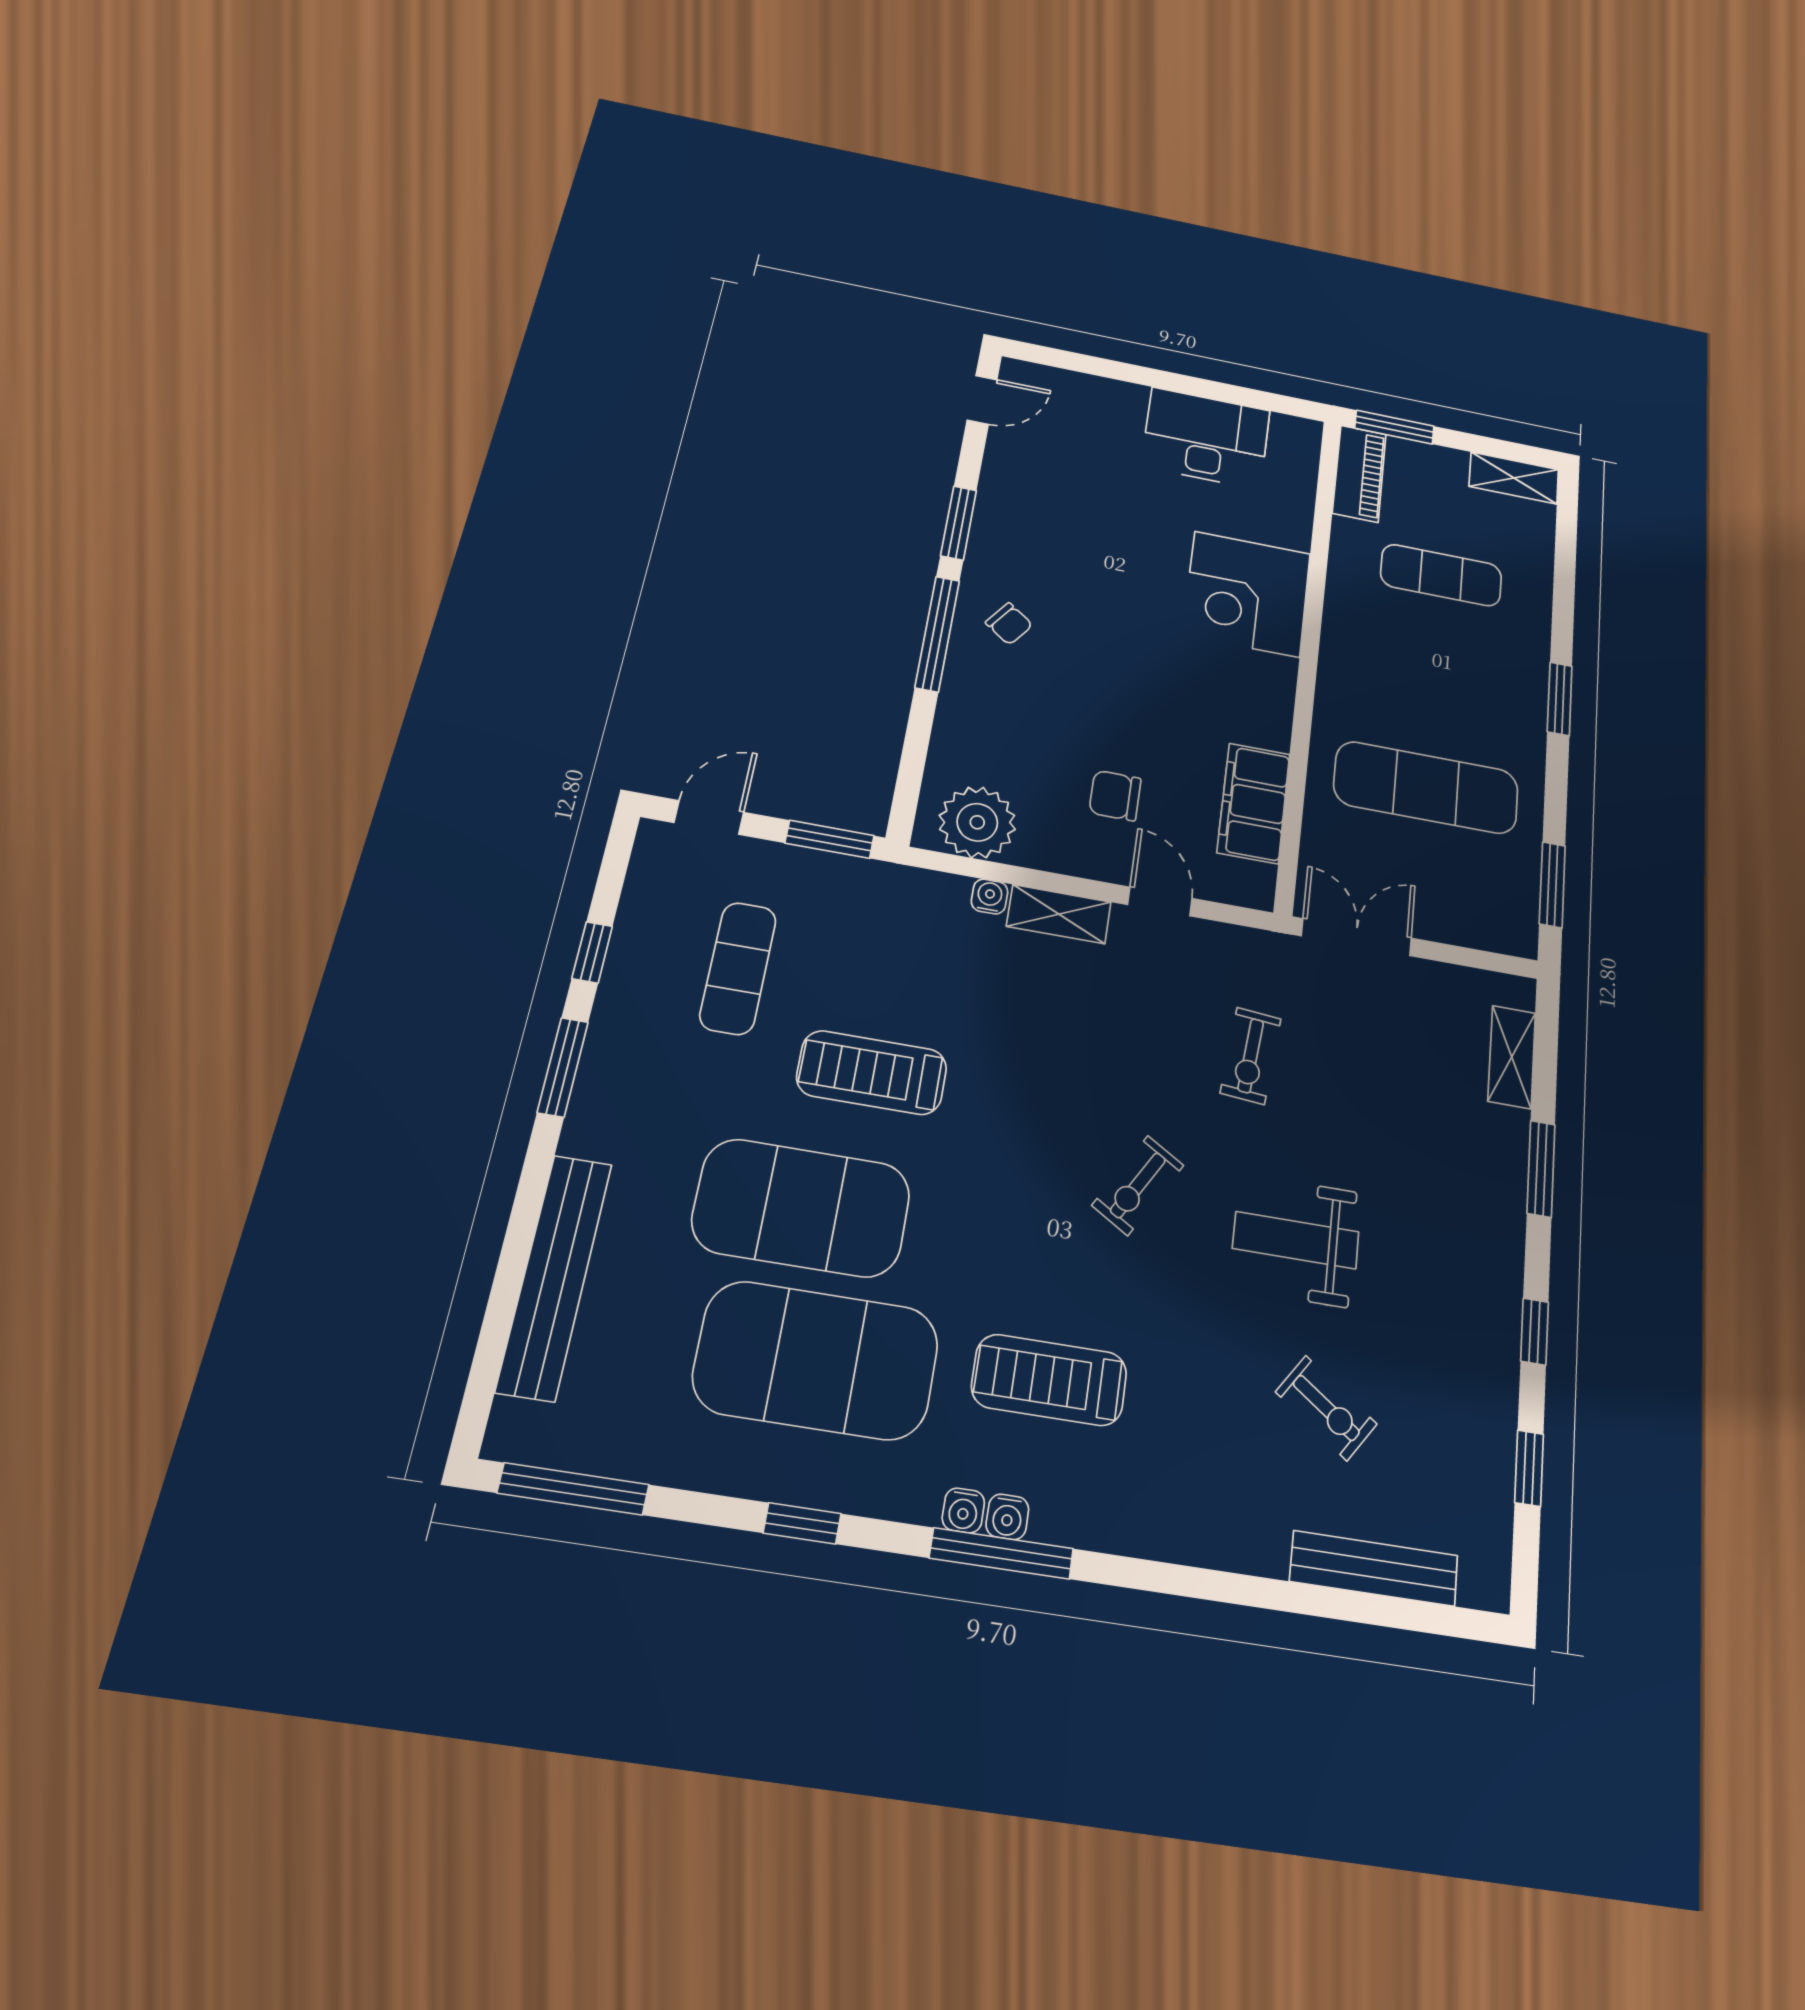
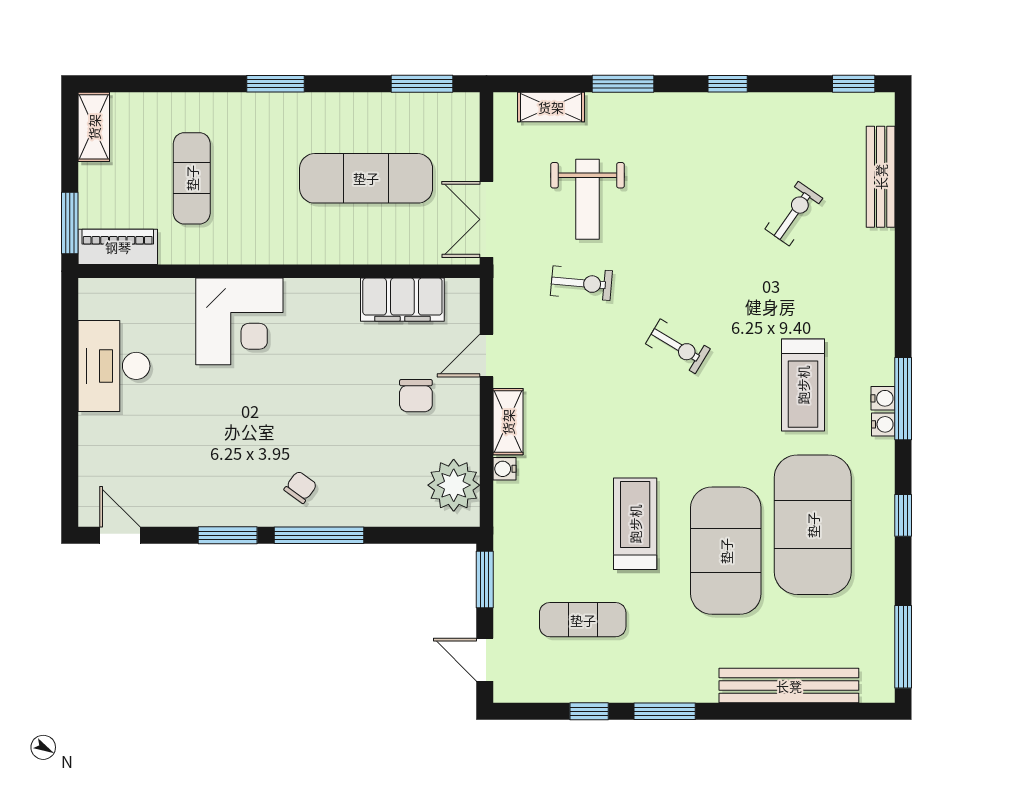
exercise mat: (1426, 788) -> (366, 178), turned 90
treadmill: (872, 1073) -> (635, 524), turned 180
weight bench: (1296, 1240) -> (588, 199), moved
window: (1529, 1468) -> (854, 84), moved

